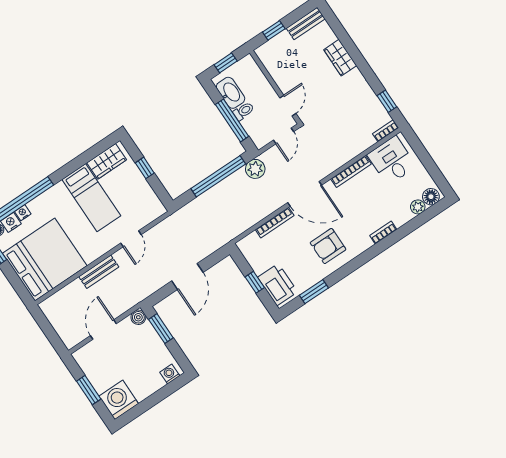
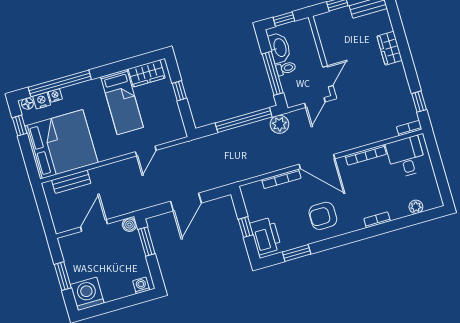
floor lamp: (431, 197) -> (431, 201), removed
bench: (99, 272) -> (71, 182), moved

